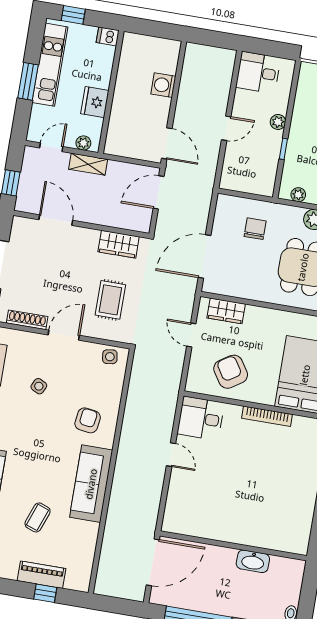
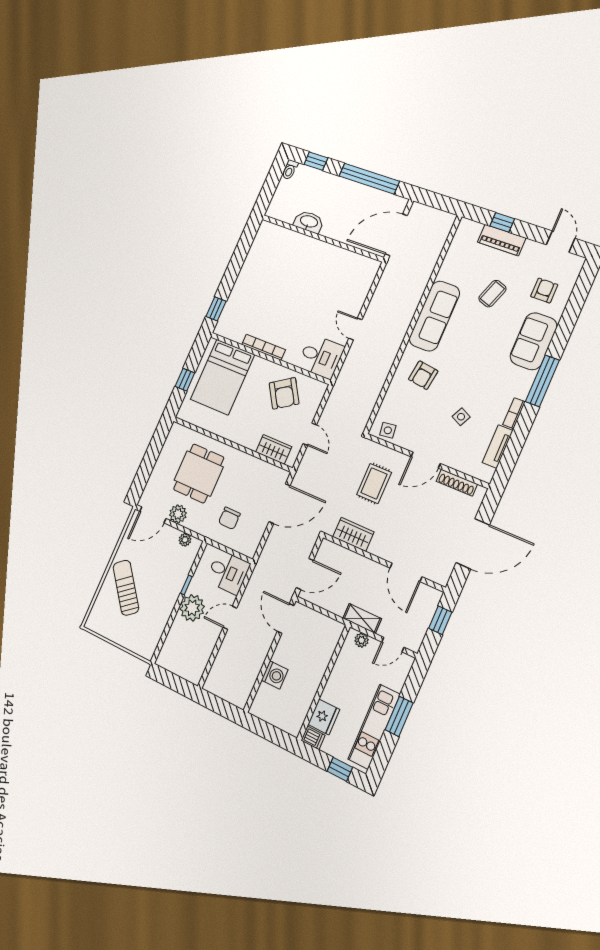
desk: (258, 73) -> (228, 572), moved
fridge: (95, 102) -> (324, 717), moved
plant: (278, 122) -> (192, 608), width x1.87, depth x1.87

